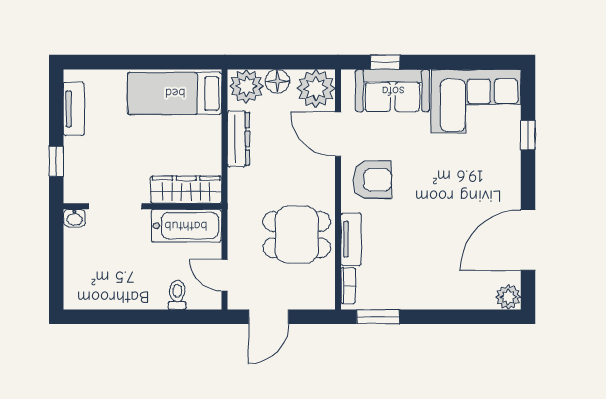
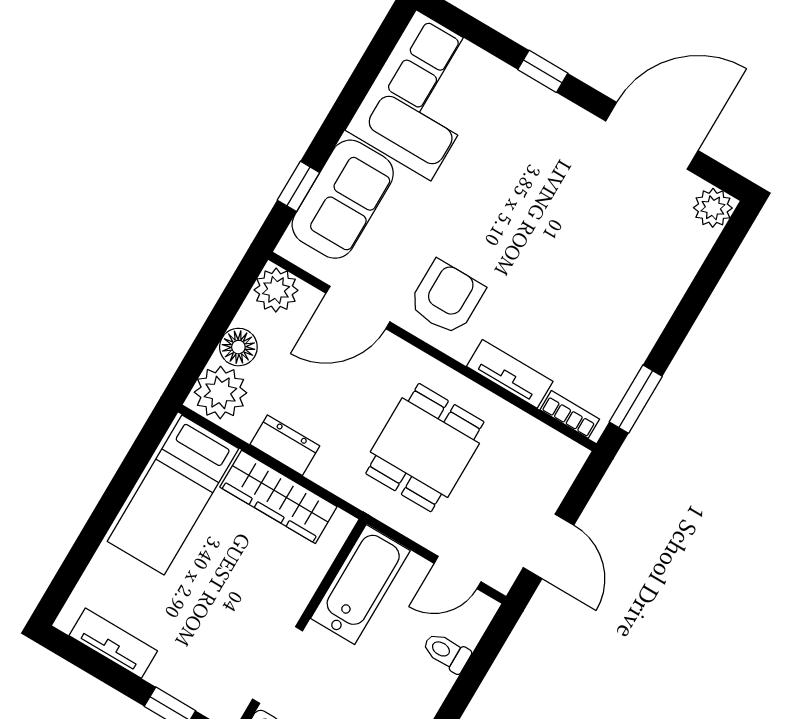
plant: (316, 89) -> (276, 290), width x0.73, depth x0.73
window: (528, 135) -> (543, 71), moved
dresser: (238, 139) -> (285, 445), width x0.70
wardrobe: (186, 190) -> (278, 497), moved, turned -90
dining table: (297, 235) -> (425, 448), moved
door: (528, 240) -> (652, 136), swing flipped

